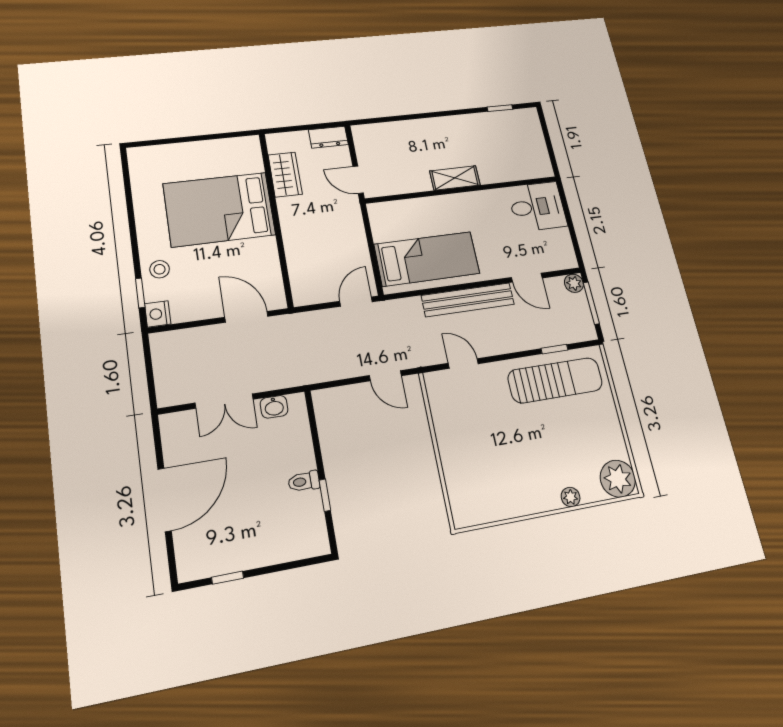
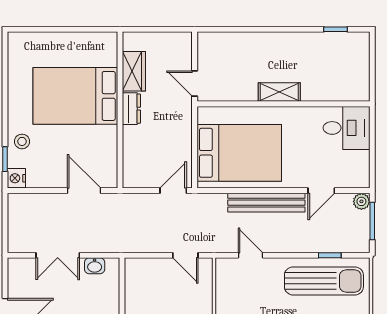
dresser: (328, 137) -> (131, 109), moved, turned -90
bed: (427, 259) -> (239, 153), width x1.50
door: (527, 278) -> (321, 191), hinge flipped

